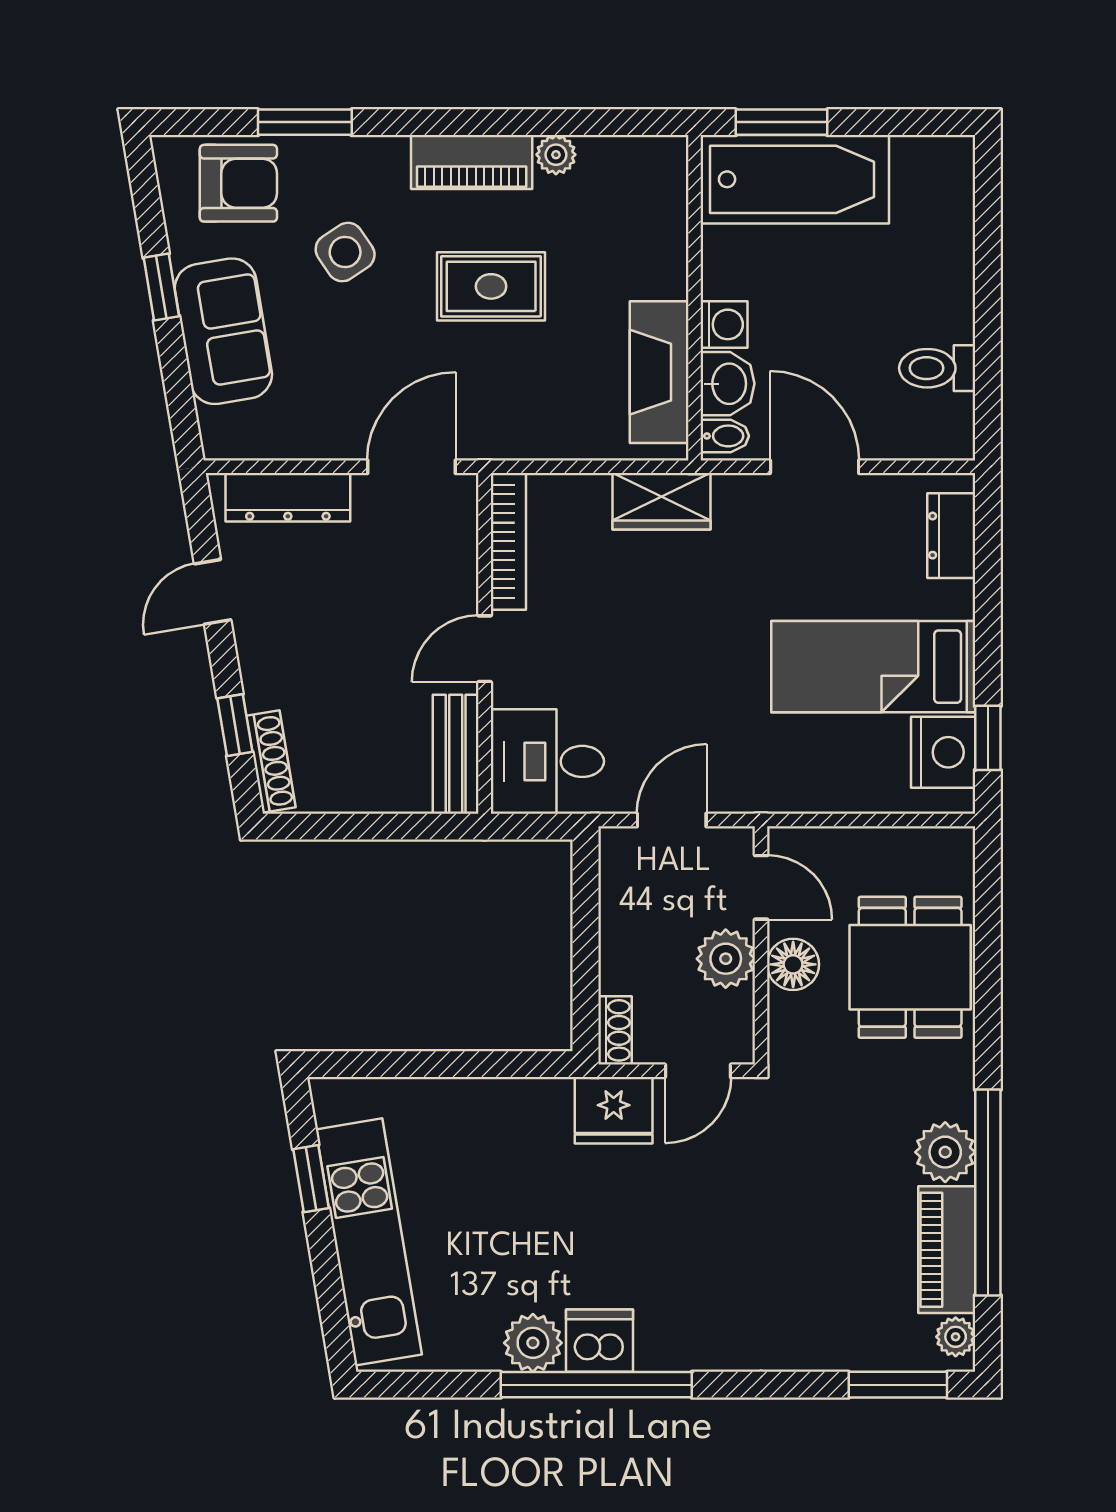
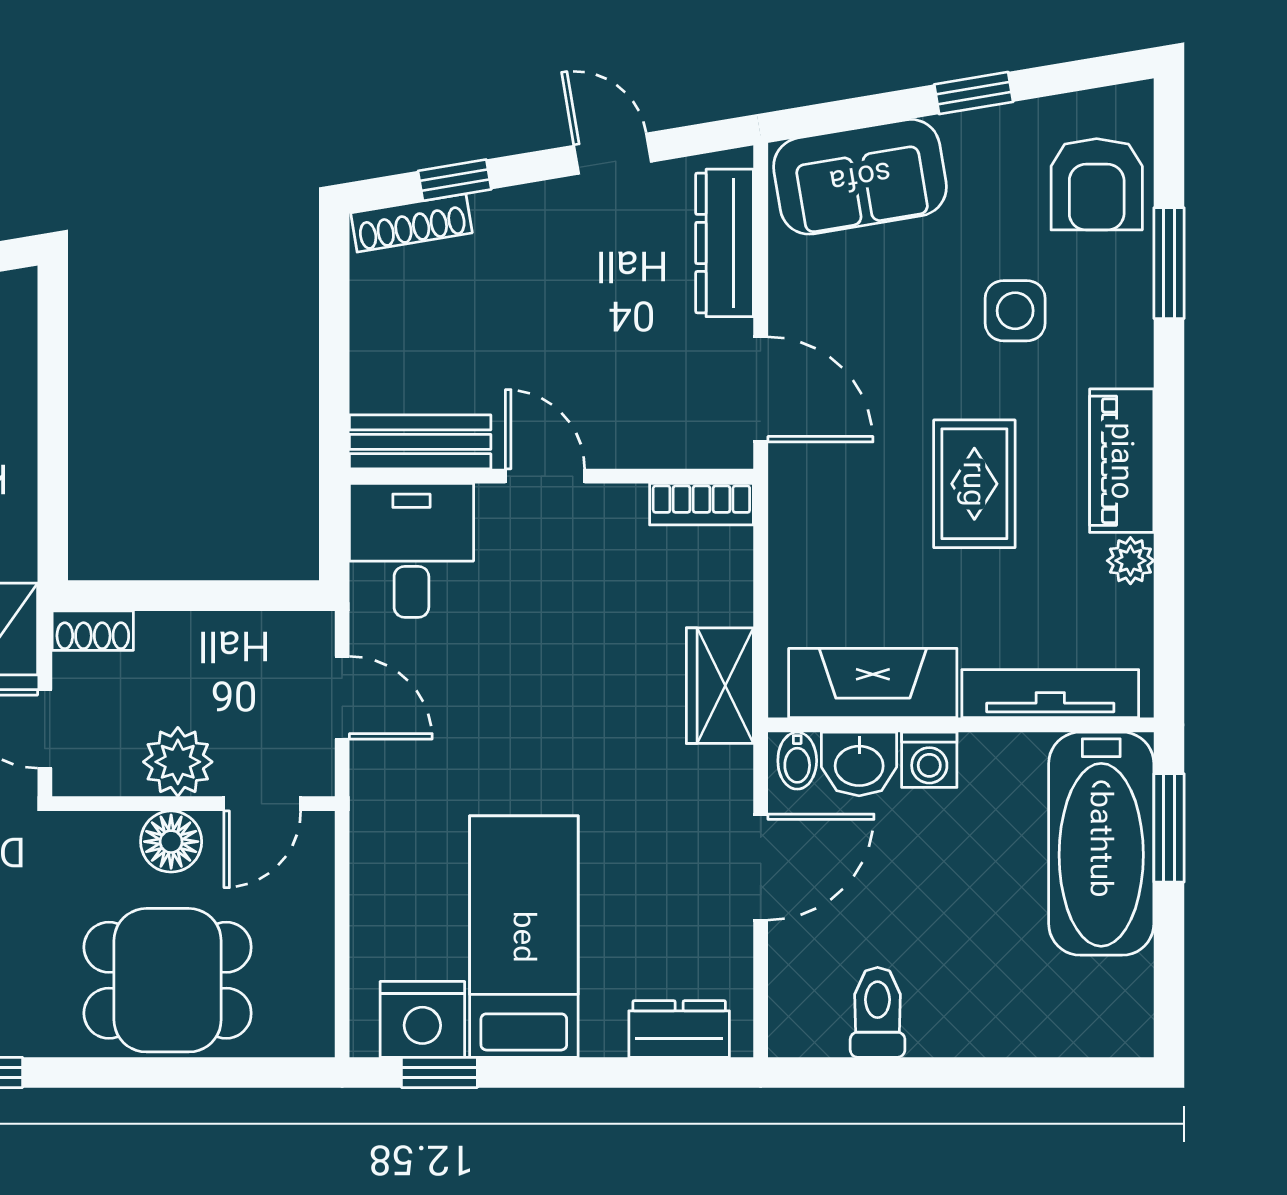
tv unit: (668, 222) -> (1050, 694), added
side table: (345, 252) -> (1015, 311), turned 34
sofa: (223, 331) -> (860, 177), moved
bookcase: (508, 541) -> (701, 504), width x0.64

